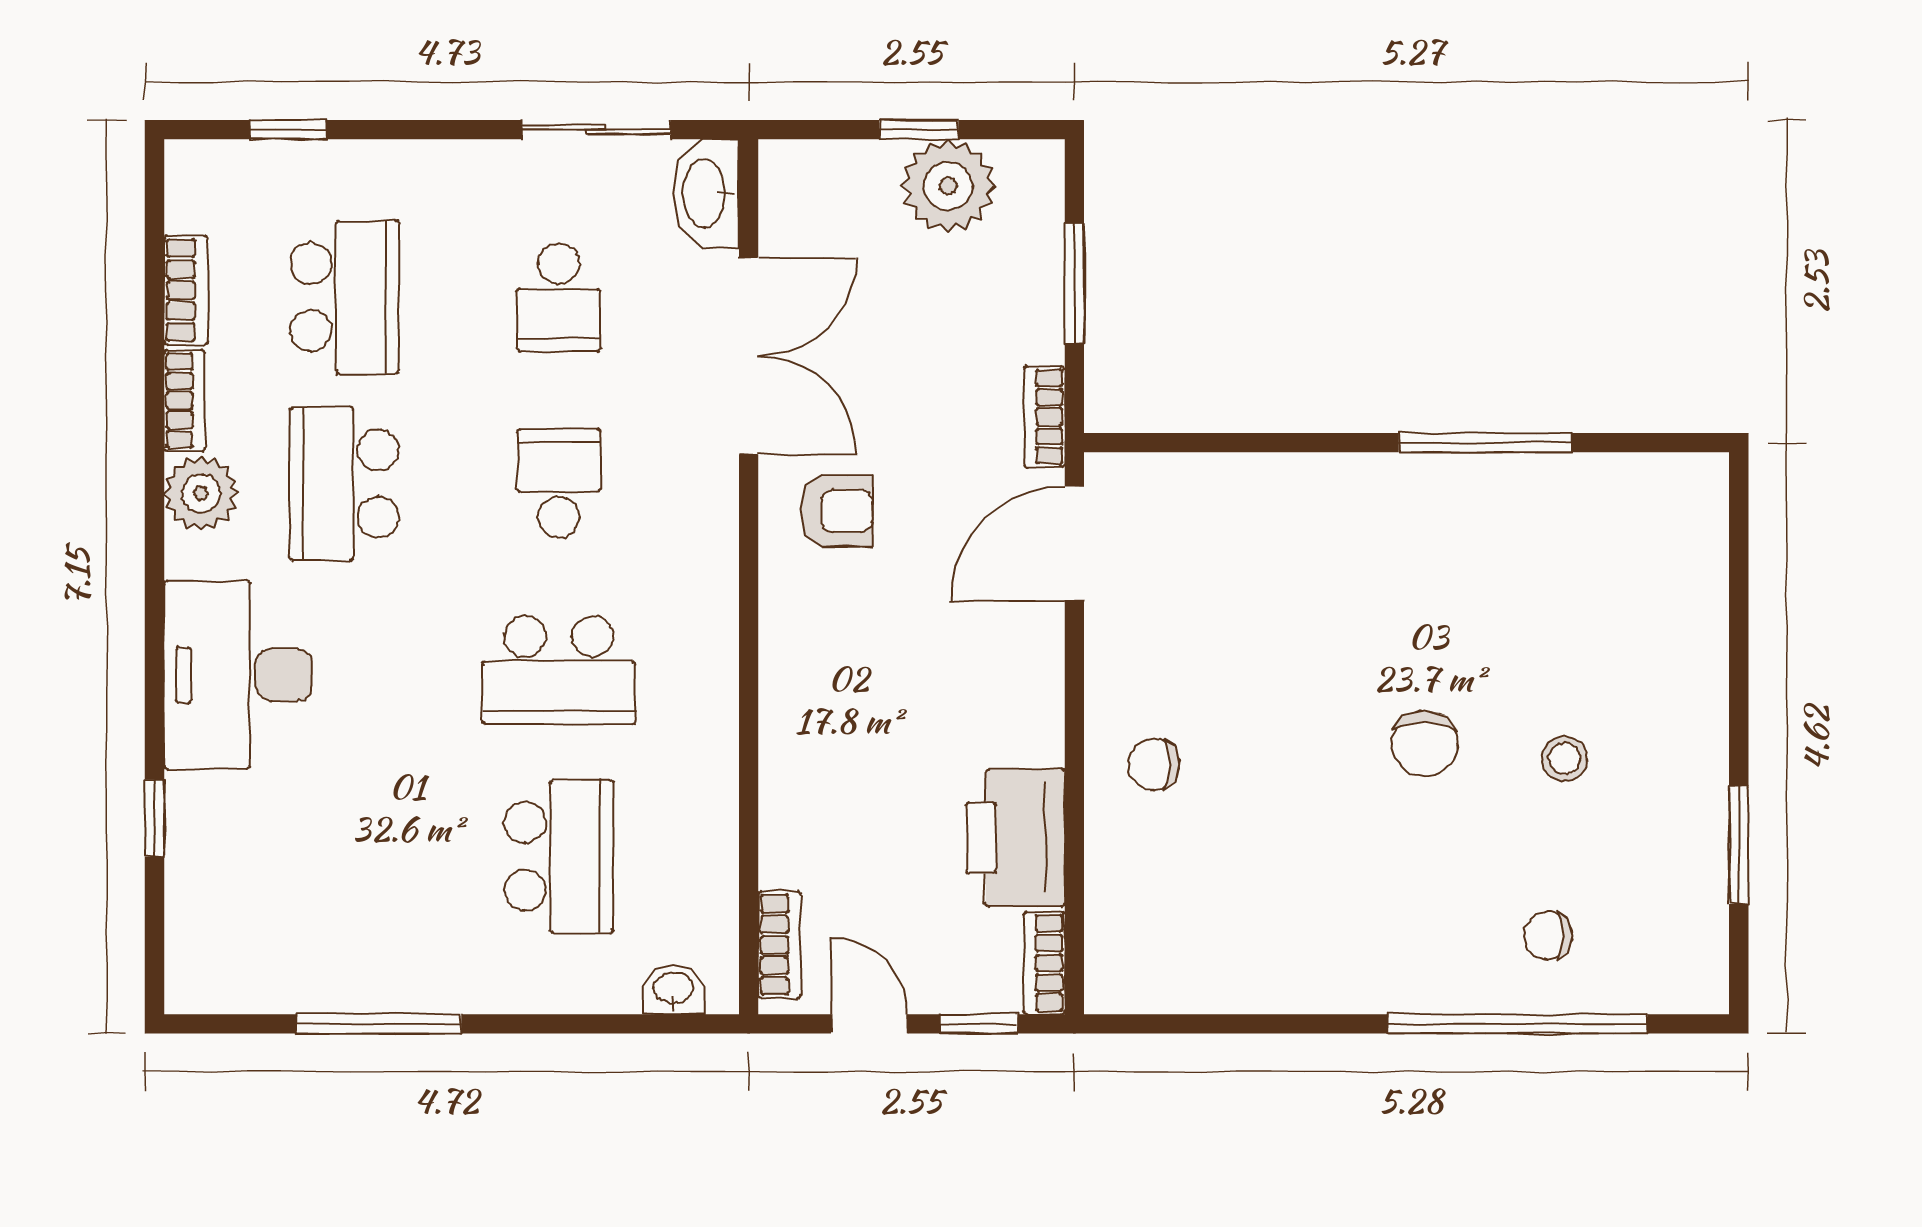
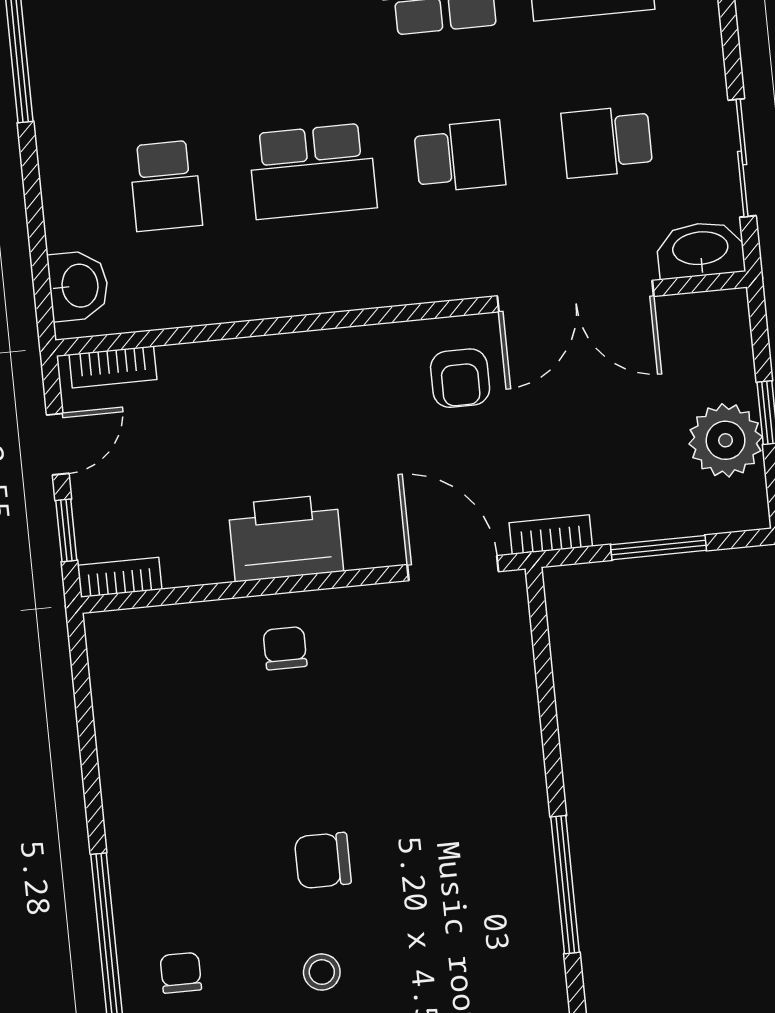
school desk: (559, 670) -> (313, 171), turned -90
printer: (1016, 838) -> (286, 538), moved
school desk: (559, 856) -> (165, 186), width x0.54
washbasin: (673, 989) -> (78, 286), width x1.38, depth x1.45

